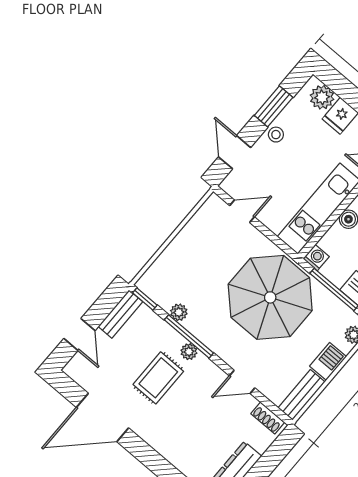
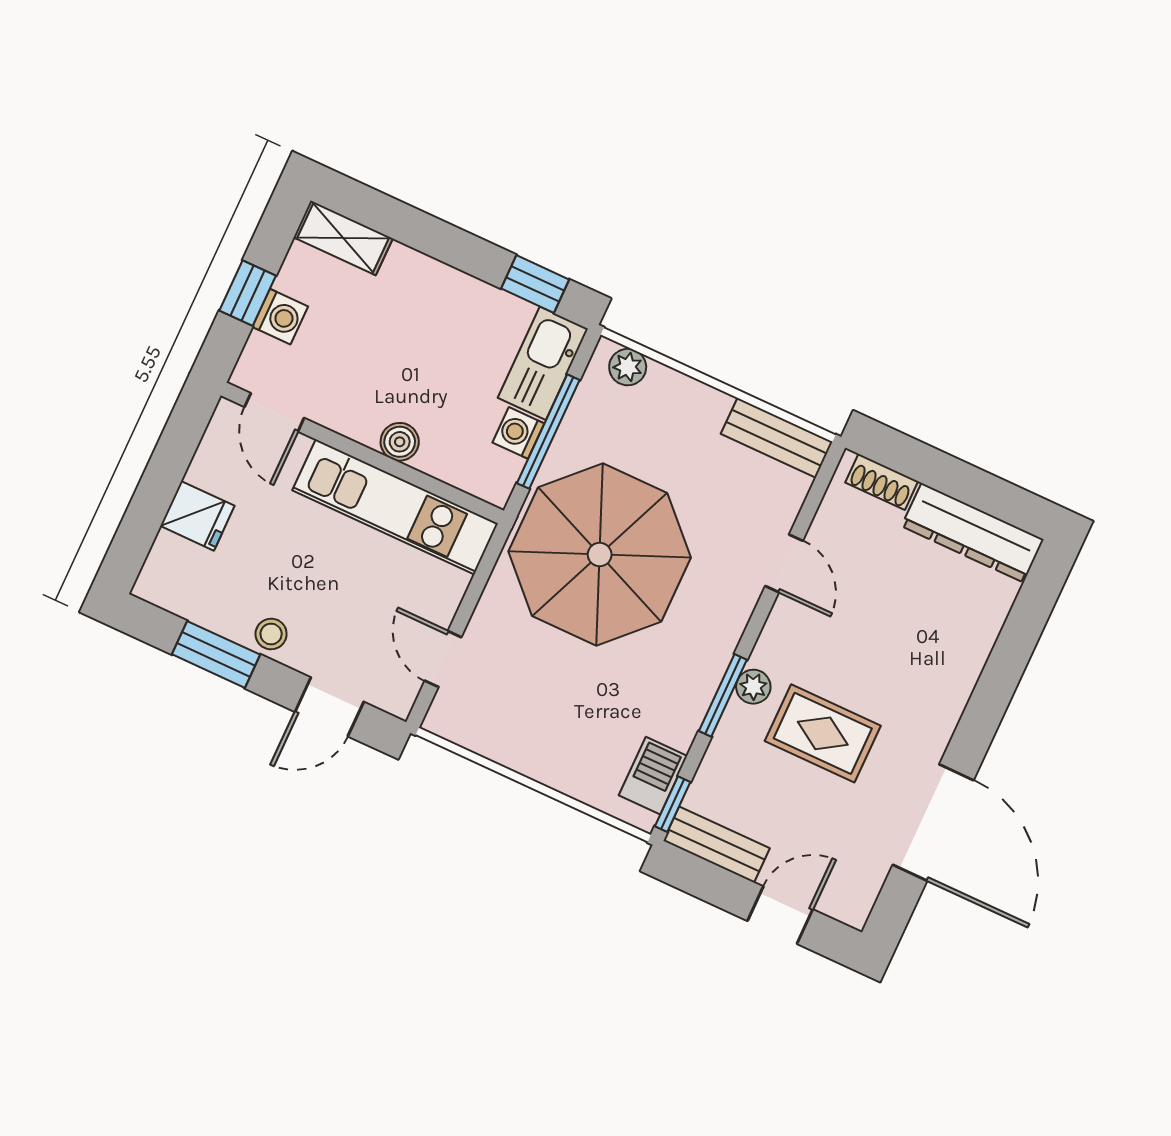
plant: (322, 97) -> (171, 563), removed
washing machine: (316, 258) -> (518, 433), moved
plant: (179, 312) -> (680, 729), removed
window: (189, 336) -> (723, 695), width x0.69
barbecue: (328, 361) -> (653, 776), moved, turned 90
shoe rack: (268, 418) -> (882, 482), moved, turned 90

